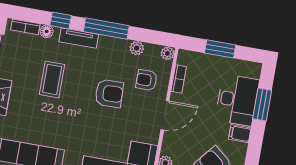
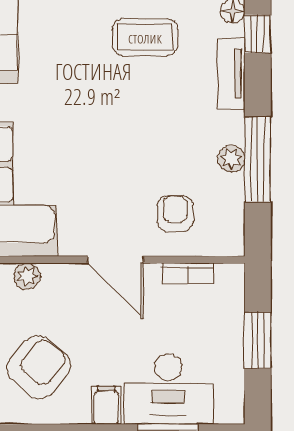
window: (106, 29) -> (258, 159), moved
plant: (137, 48) -> (231, 159), moved
plant: (167, 53) -> (232, 244), removed
armchair: (109, 93) -> (138, 148), removed

